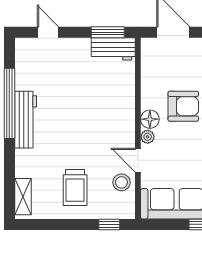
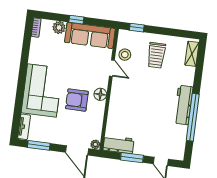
window: (108, 32) -> (132, 158), moved
plant: (148, 137) -> (95, 144), moved
trolley: (75, 188) -> (156, 55), turned 180

